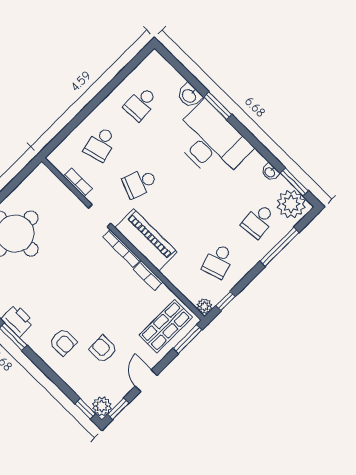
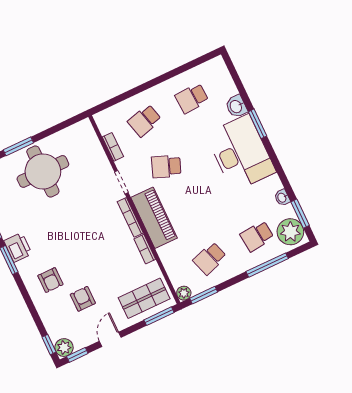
window: (225, 301) -> (204, 295), width x1.50

